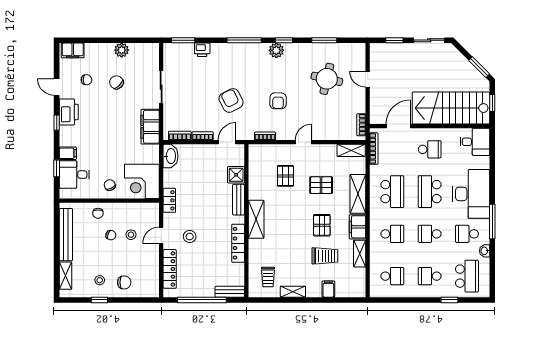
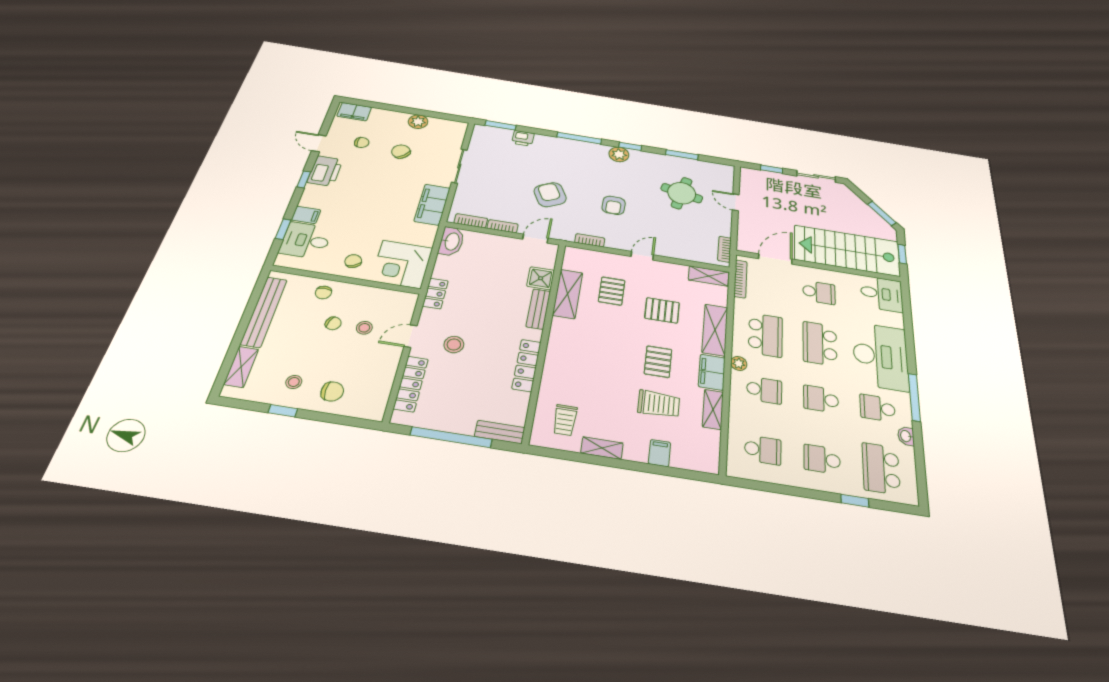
plant: (375, 217) -> (739, 363), added
shelving: (256, 219) -> (568, 294), moved
school desk: (467, 276) -> (881, 469), turned 180

